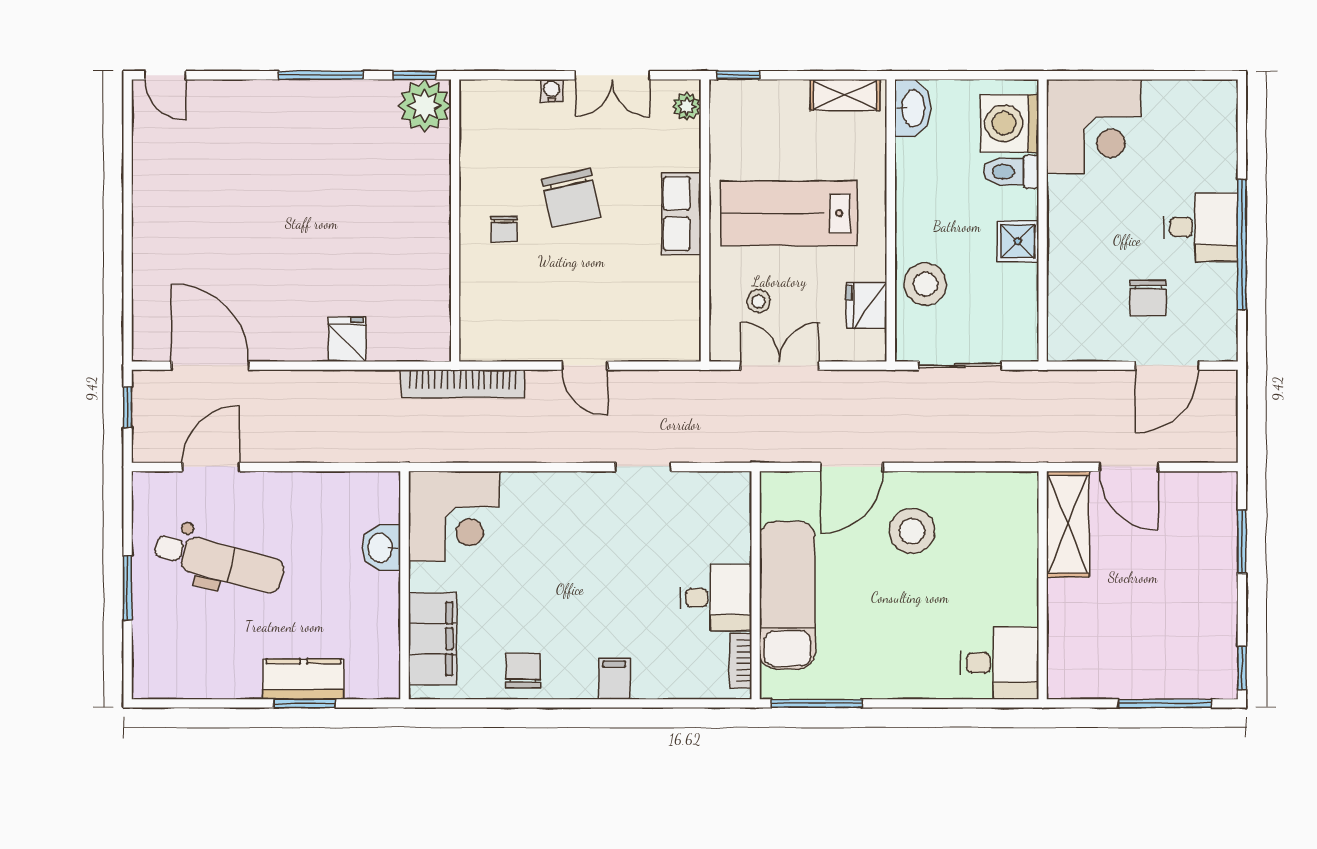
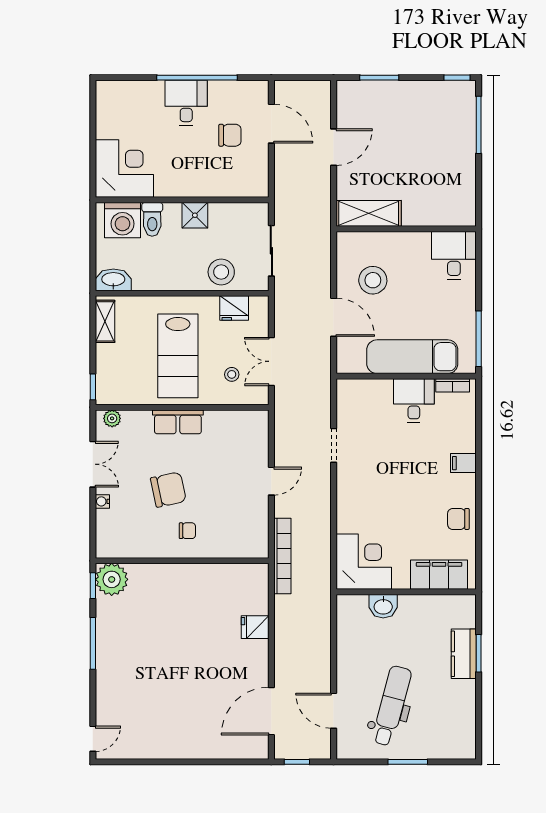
shelving: (1068, 524) -> (369, 213), moved
wall: (1043, 585) -> (406, 229), moved
desk: (1000, 663) -> (454, 255), moved

